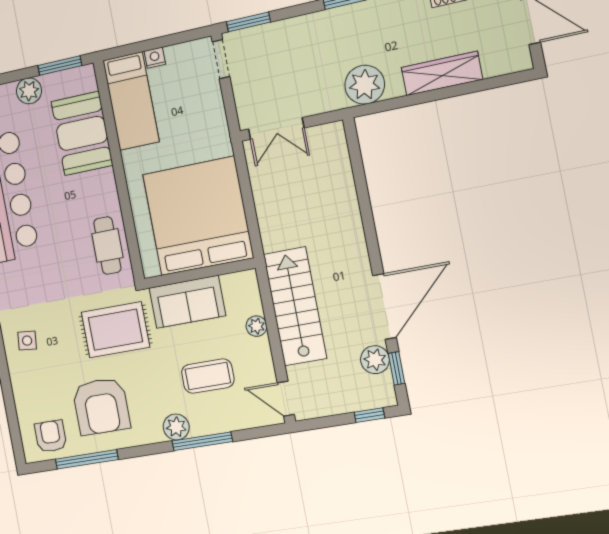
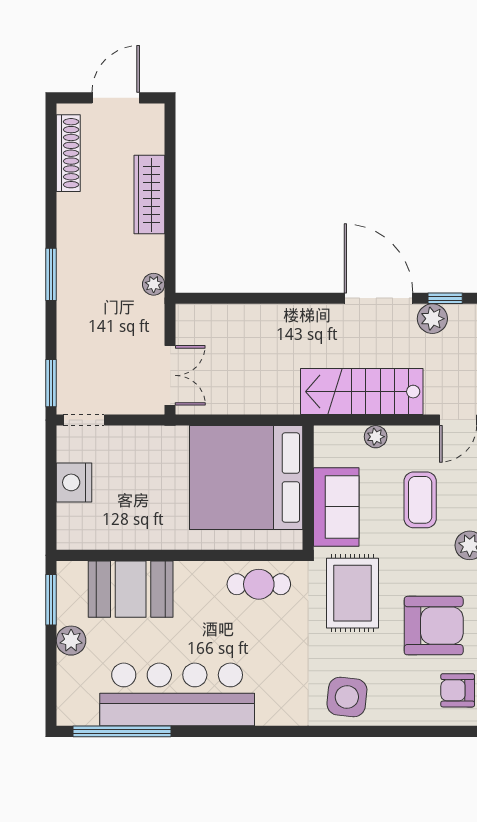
nightstand: (155, 58) -> (74, 482), width x1.89, depth x1.79
plant: (365, 85) -> (154, 284), width x0.53, depth x0.53
bed: (131, 101) -> (107, 527), removed
side table: (27, 341) -> (347, 697), width x1.87, depth x1.87

